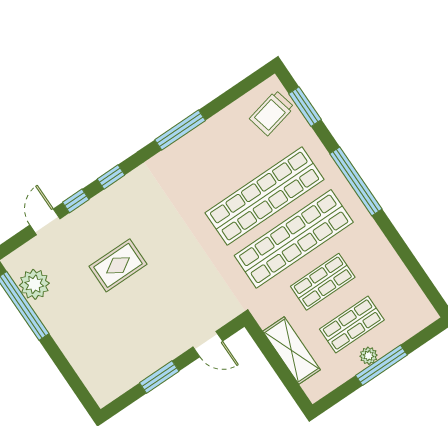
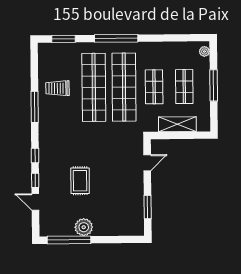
trolley: (272, 113) -> (57, 88), moved, turned 103
plant: (34, 284) -> (84, 227), moved
plant: (369, 356) -> (204, 51), moved
window: (159, 377) -> (148, 207), moved

